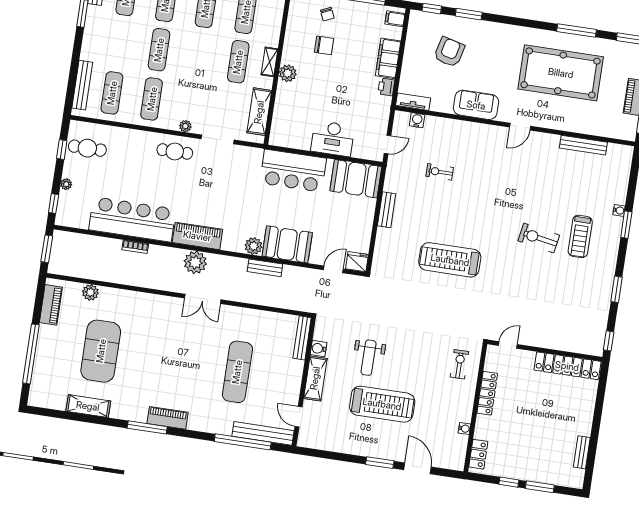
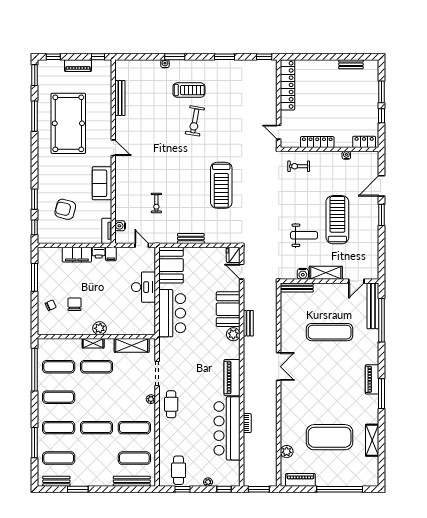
filing cabinet: (395, 19) -> (111, 254), moved
plant: (195, 262) -> (252, 376), removed

